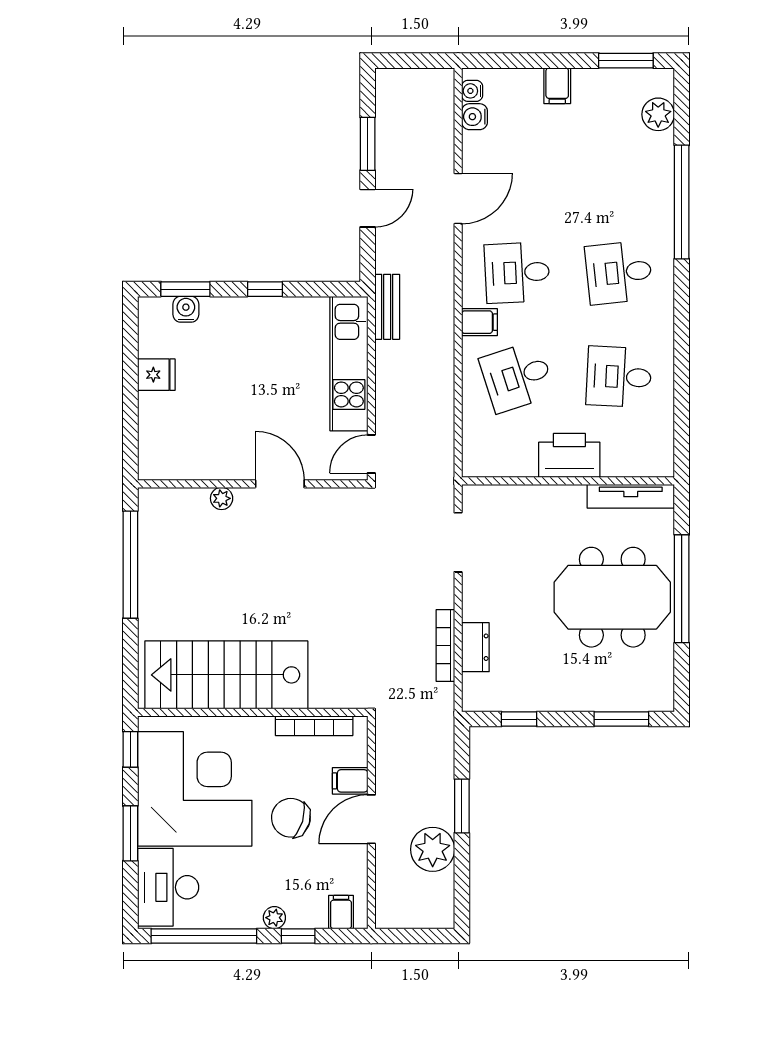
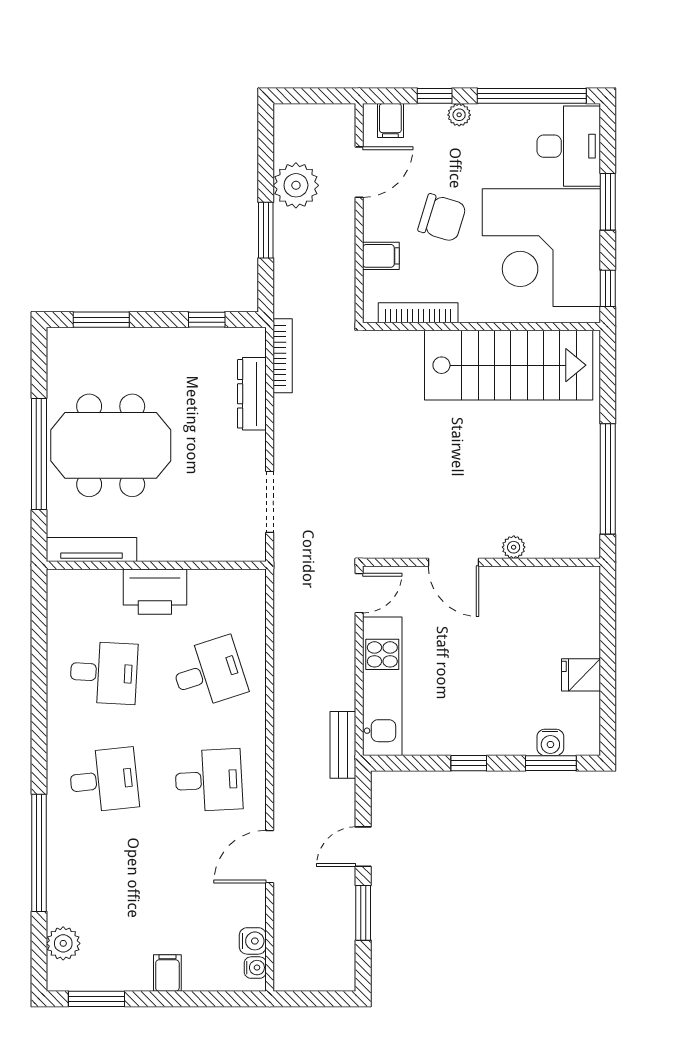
filing cabinet: (480, 322) -> (248, 729), removed
bookcase: (445, 646) -> (283, 356), moved
dresser: (475, 647) -> (252, 394), width x1.44
door: (371, 819) -> (359, 172), moved

